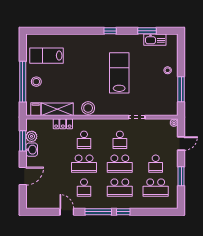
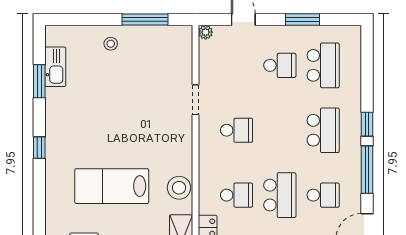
lab bench: (119, 73) -> (112, 186), moved
school desk: (120, 164) -> (280, 130), removed

